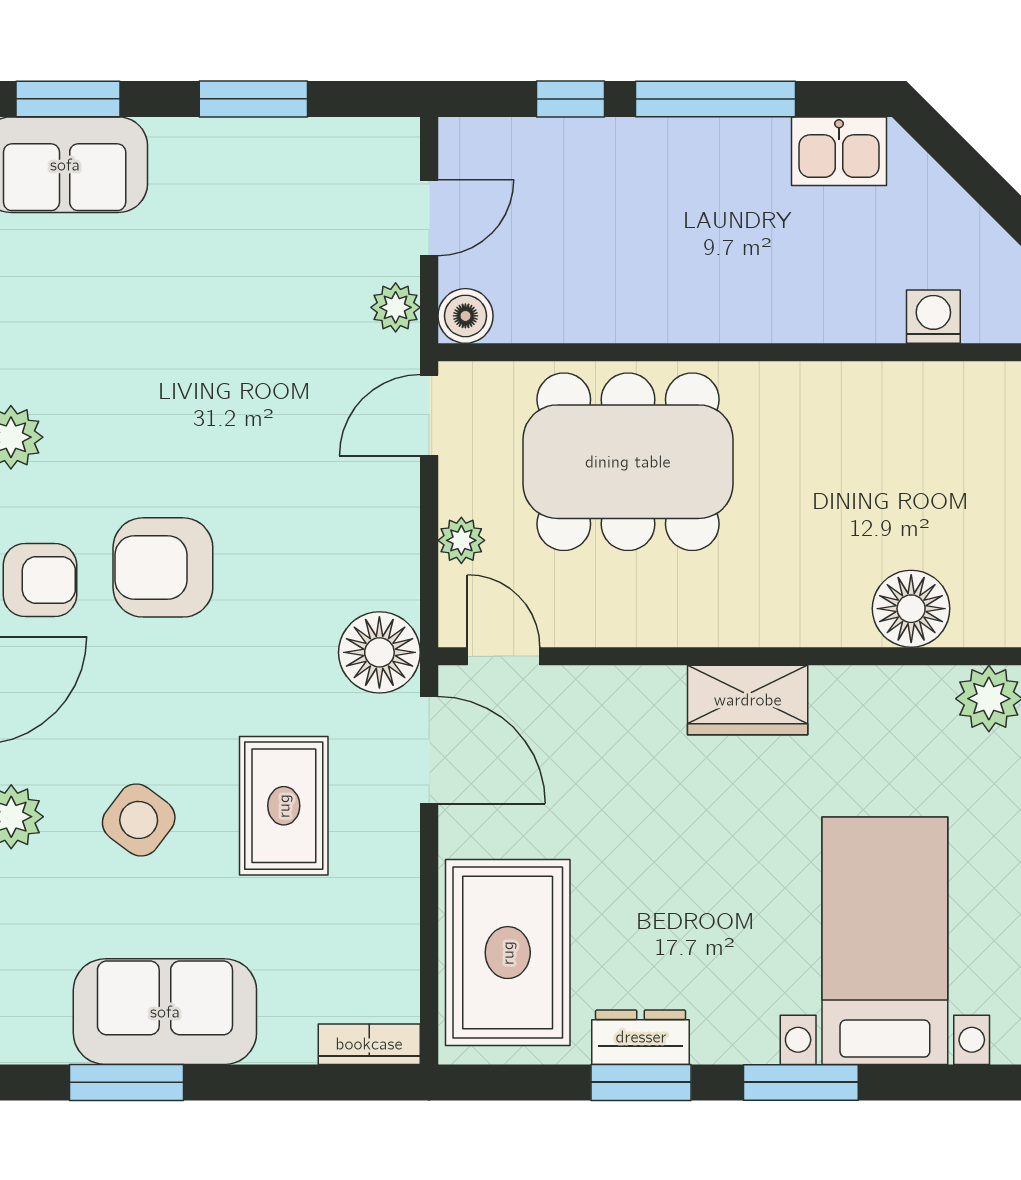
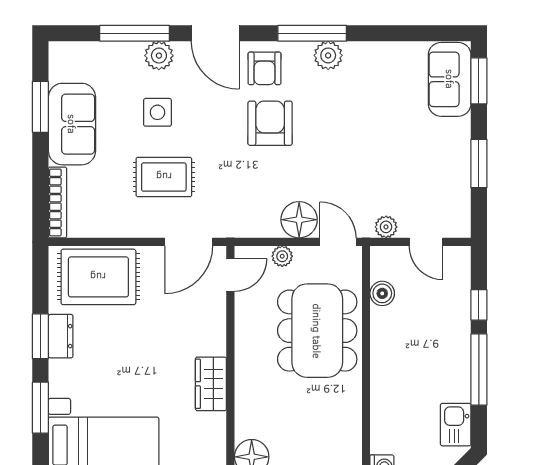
boiler: (465, 316) -> (382, 293), moved
floor lamp: (379, 652) -> (299, 220), moved
side table: (139, 820) -> (157, 112), turned -37
bookcase: (369, 1044) -> (58, 202), width x1.56

